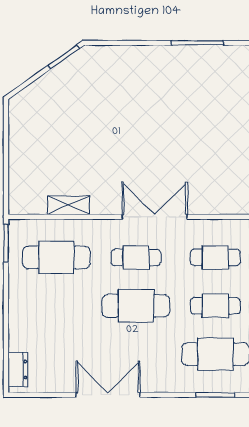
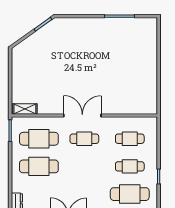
shelving: (69, 205) -> (25, 109), moved
double door: (155, 217) -> (82, 115), moved
cafe table: (136, 306) -> (39, 166), moved

